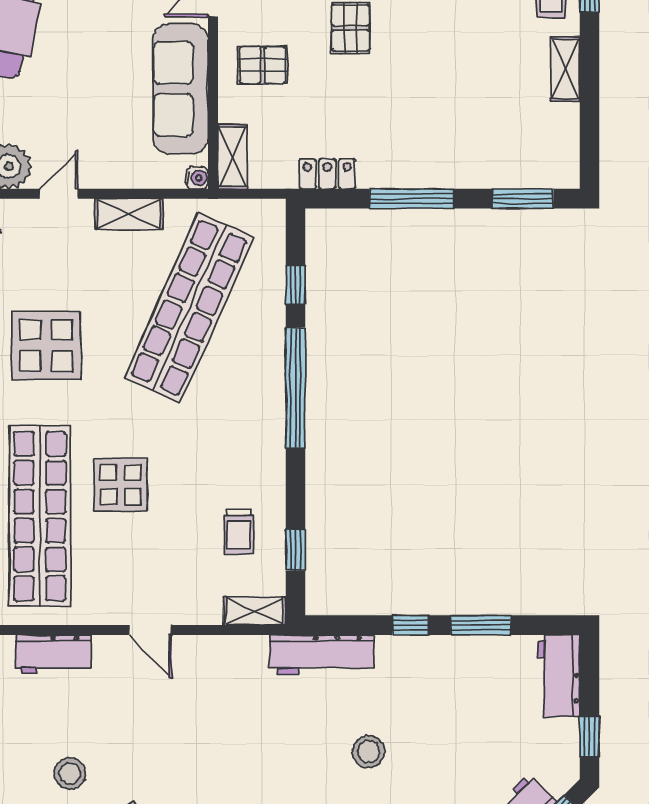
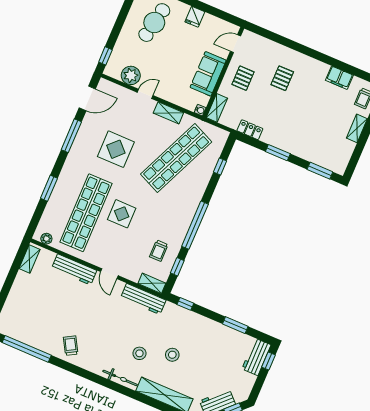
pallet: (263, 65) -> (243, 78), turned 90
sofa: (181, 89) -> (208, 74), width x0.73
window: (412, 199) -> (278, 153), width x0.69
window: (295, 388) -> (195, 225), moved
window: (410, 625) -> (185, 304), moved
workbench: (53, 654) -> (74, 269), width x1.38
workbench: (322, 654) -> (143, 299), moved
window: (590, 736) -> (268, 361), moved
stool: (70, 774) -> (139, 353), moved

